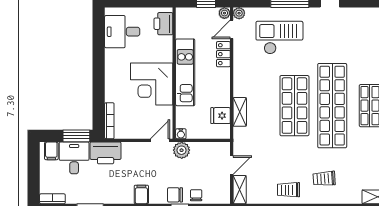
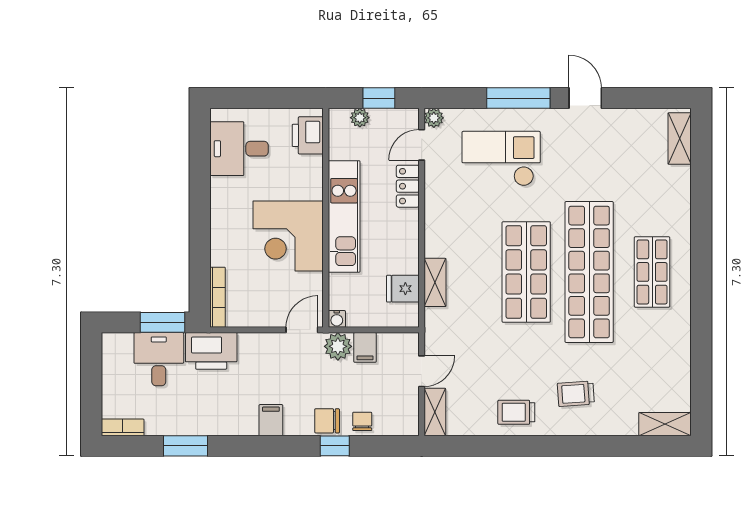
plant: (224, 13) -> (360, 118), moved
filing cabinet: (51, 151) -> (365, 347), moved

